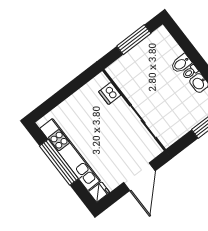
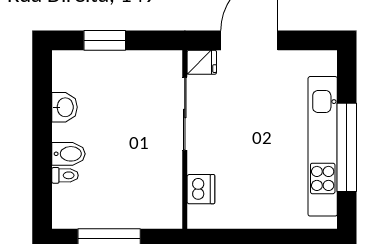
toilet: (190, 72) -> (65, 175), moved
fridge: (99, 192) -> (202, 62), moved, turned 180

